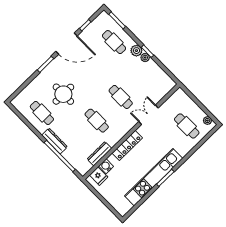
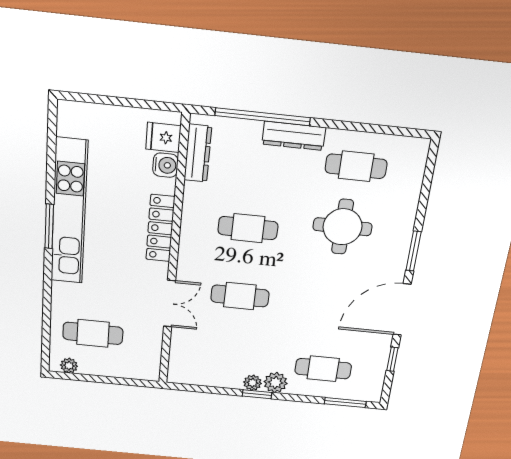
dresser: (99, 154) -> (198, 153), moved

